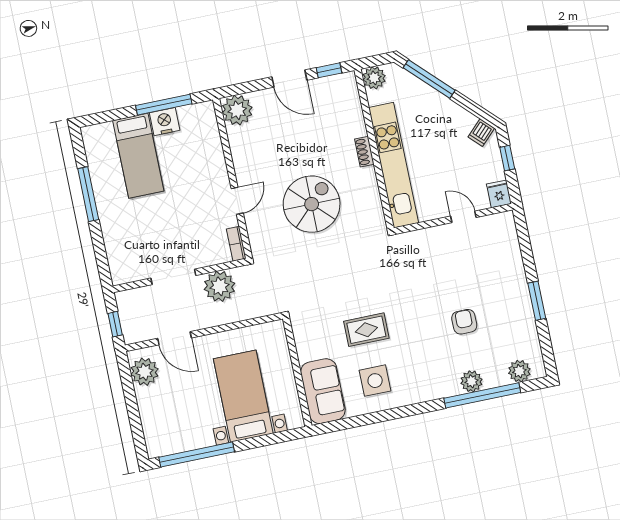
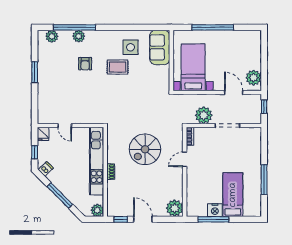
window: (429, 79) -> (60, 195), moved
armchair: (464, 322) -> (85, 64), moved
rug: (366, 330) -> (118, 67), moved
bed with nightstands: (243, 396) -> (193, 67), moved, turned 180
window: (197, 455) -> (213, 27), moved

